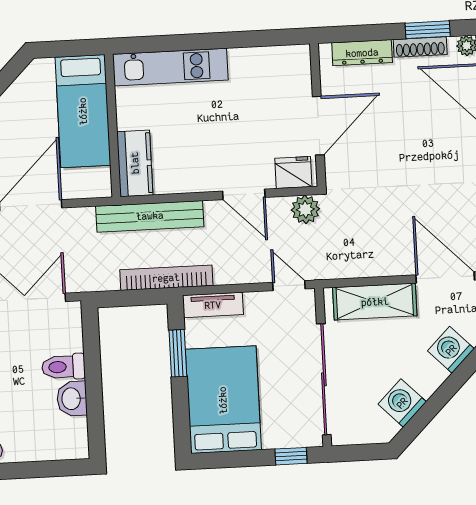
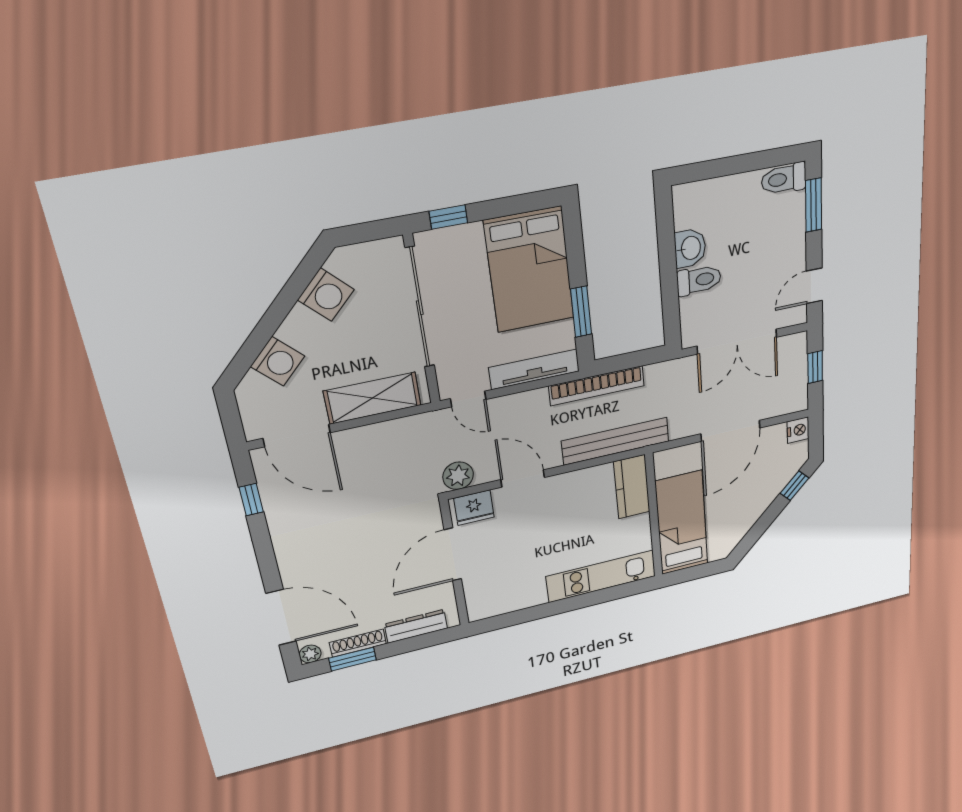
tv unit: (213, 305) -> (534, 369), width x1.41

